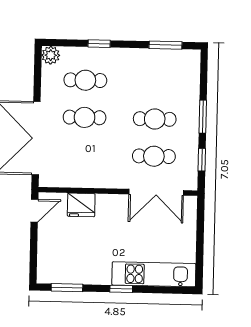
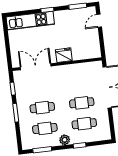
plant: (51, 55) -> (65, 140), moved
cafe table: (154, 156) -> (45, 128), moved
fridge: (81, 205) -> (64, 55), moved
door: (34, 211) -> (99, 21), moved

